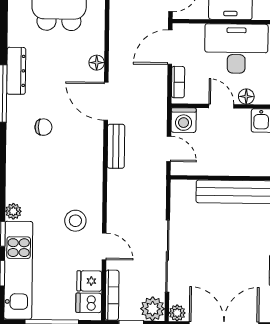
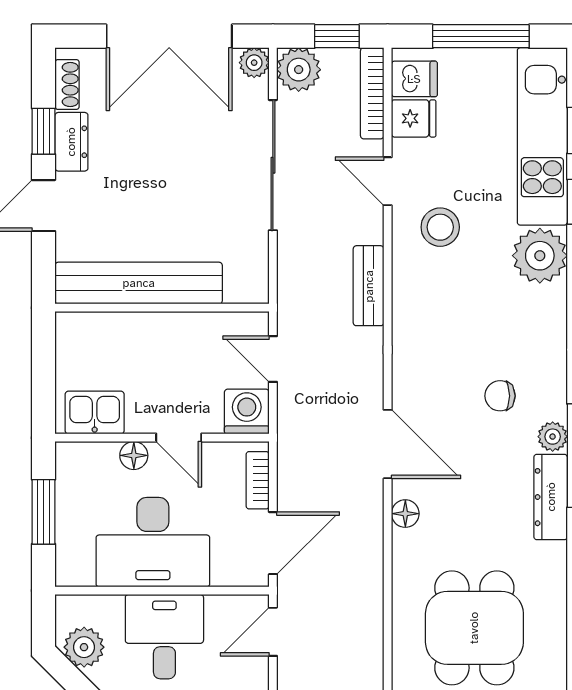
plant: (15, 104) -> (553, 437), added
bench: (116, 146) -> (369, 286), moved
plant: (13, 211) -> (540, 256), width x1.87, depth x1.87

